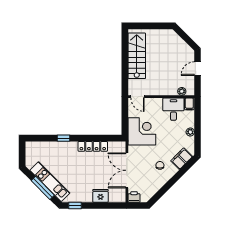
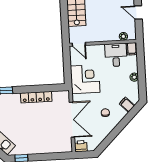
door: (198, 69) -> (138, 12), hinge flipped
filing cabinet: (182, 159) -> (127, 105), width x0.50
double door: (127, 170) -> (72, 120), swing flipped
fridge: (100, 196) -> (47, 147), removed

